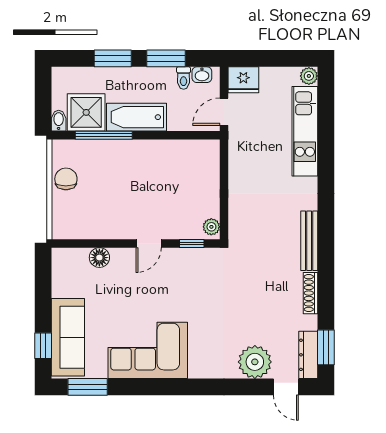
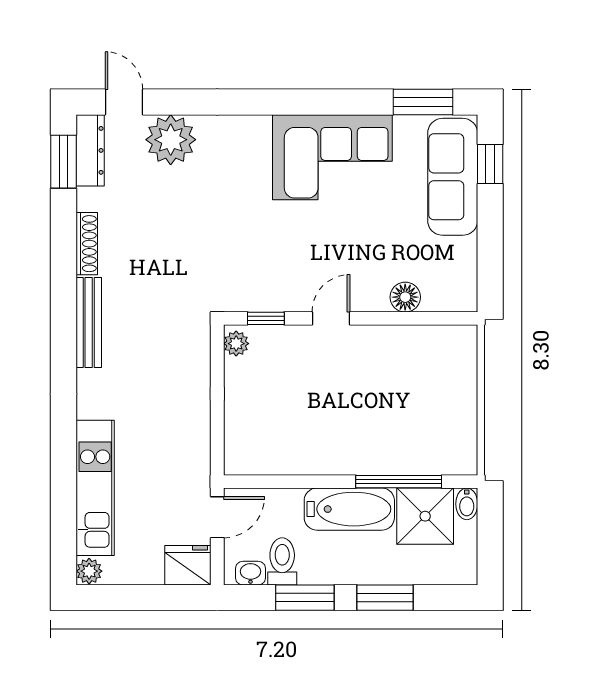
toilet: (184, 78) -> (282, 561), width x1.37, depth x1.39
chair: (66, 179) -> (456, 416), removed

